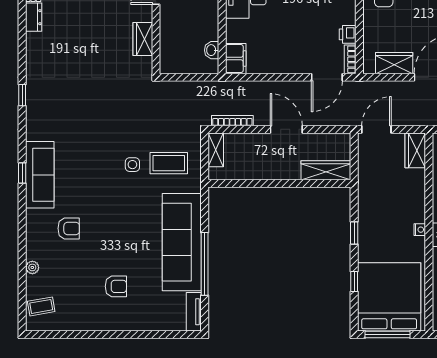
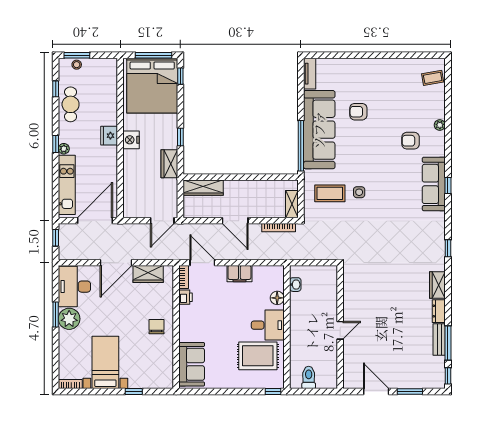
floor lamp: (234, 33) -> (277, 298), added
wardrobe: (143, 39) -> (437, 285), moved, turned 180
filing cabinet: (236, 59) -> (239, 274), moved, turned -90
door: (327, 77) -> (202, 263), hinge flipped
wardrobe: (415, 150) -> (169, 164), moved, turned 180
nightstand: (420, 230) -> (131, 140), width x1.89, depth x1.79
window: (205, 264) -> (301, 146), moved
plant: (32, 267) -> (440, 125), moved
window: (354, 281) -> (180, 76), moved
armchair: (116, 286) -> (358, 112), moved

